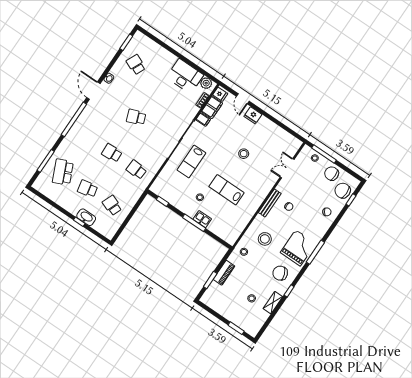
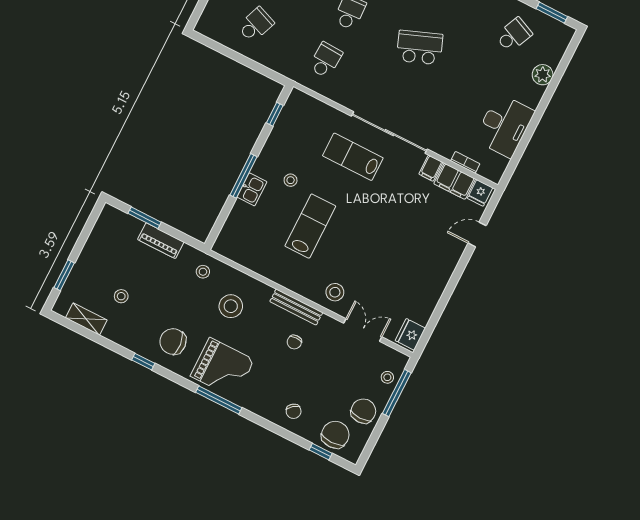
plant: (206, 83) -> (543, 75), moved
fridge: (253, 115) -> (410, 334), moved
school desk: (136, 117) -> (420, 48), width x1.85
stool: (244, 154) -> (335, 292), moved
chair: (280, 273) -> (173, 341), turned -74
shelving: (273, 303) -> (86, 319), moved

